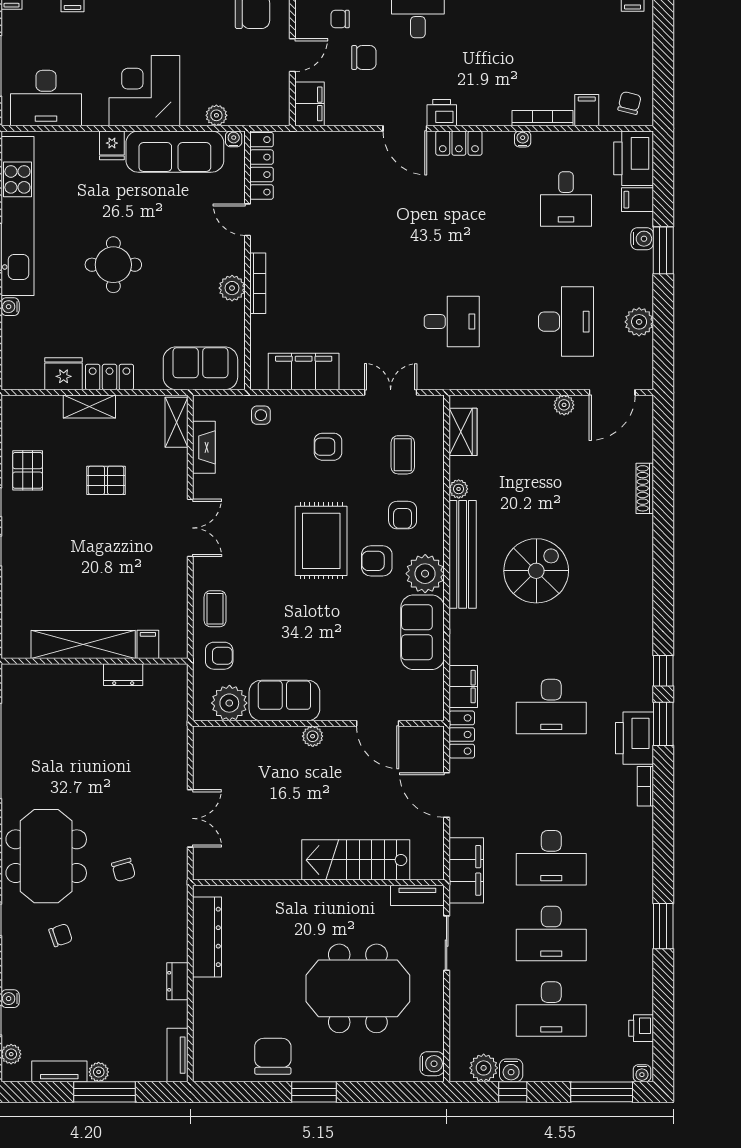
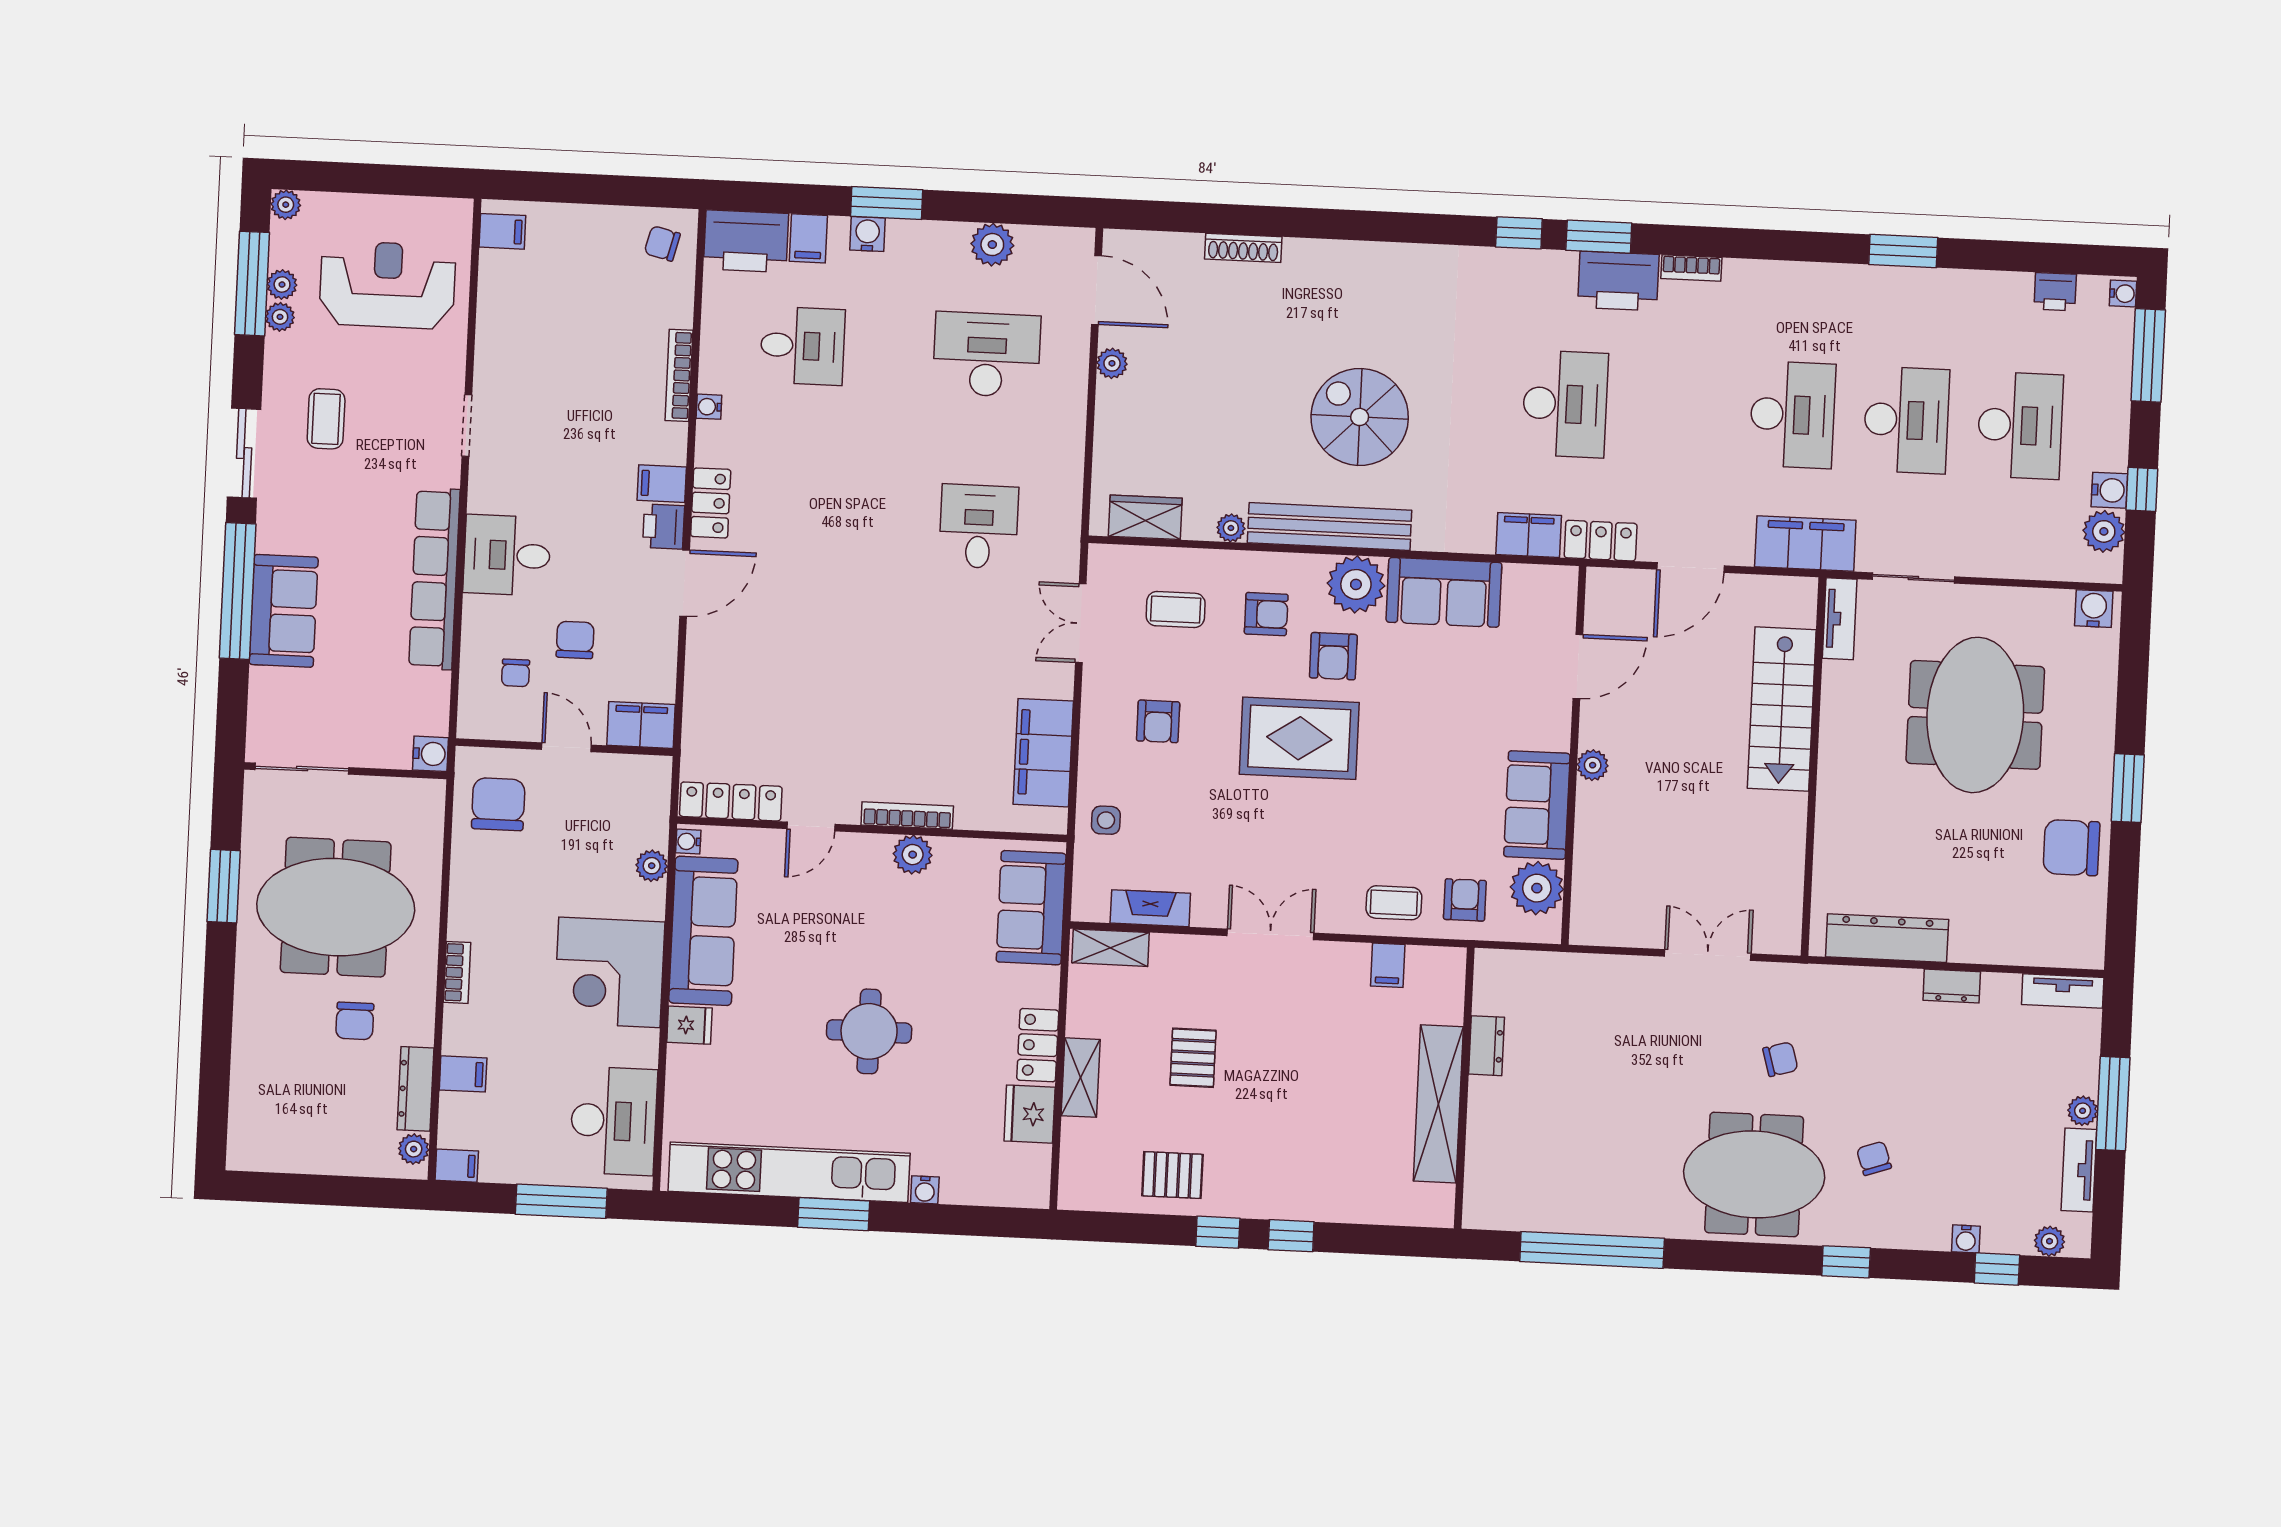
filing cabinet: (587, 110) -> (662, 484), moved
filing cabinet: (148, 644) -> (1388, 965), moved, turned -90

